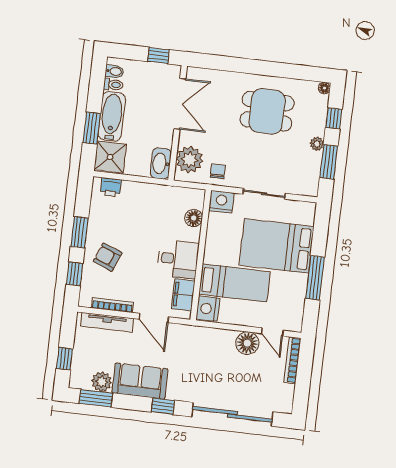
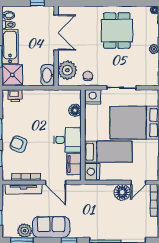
dining table: (267, 111) -> (117, 31), turned 90
door: (272, 332) -> (138, 182), hinge flipped

